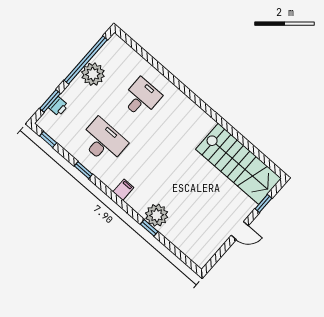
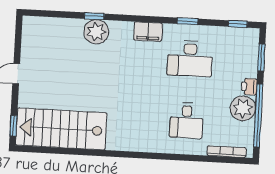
bookcase: (130, 52) -> (227, 152), added
printer: (58, 106) -> (249, 87), moved
filing cabinet: (123, 190) -> (148, 32), width x2.00
window: (263, 203) -> (13, 126), moved

